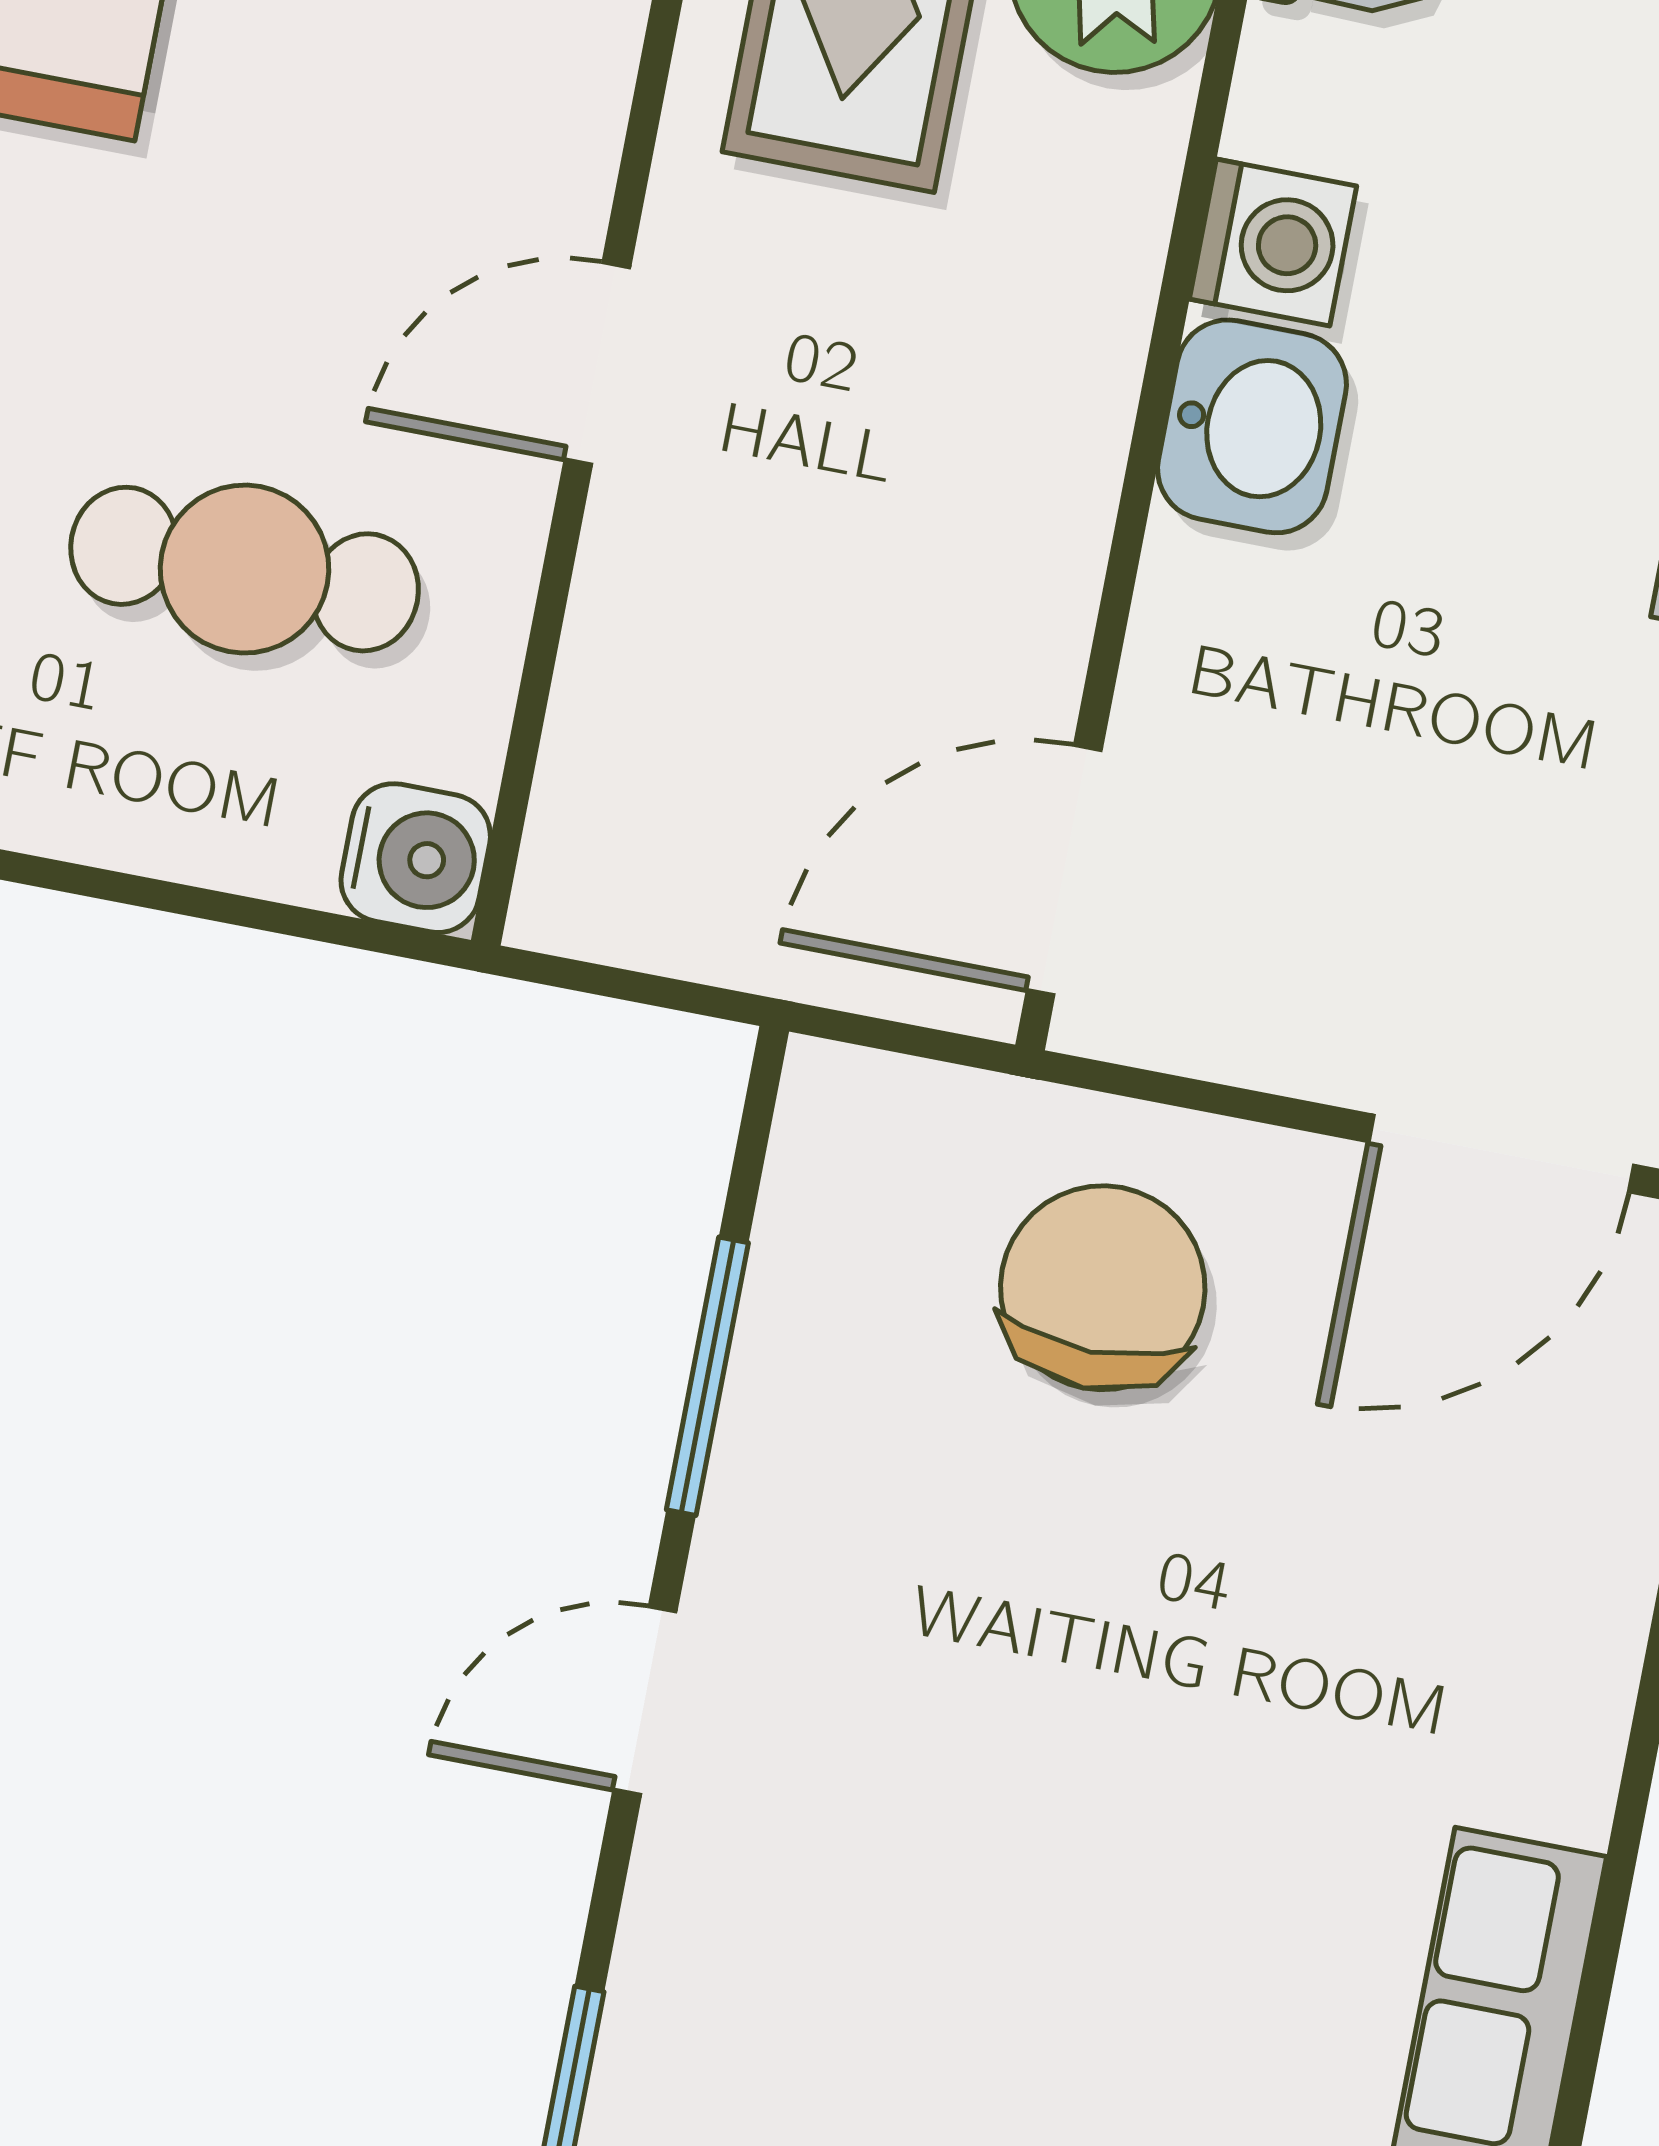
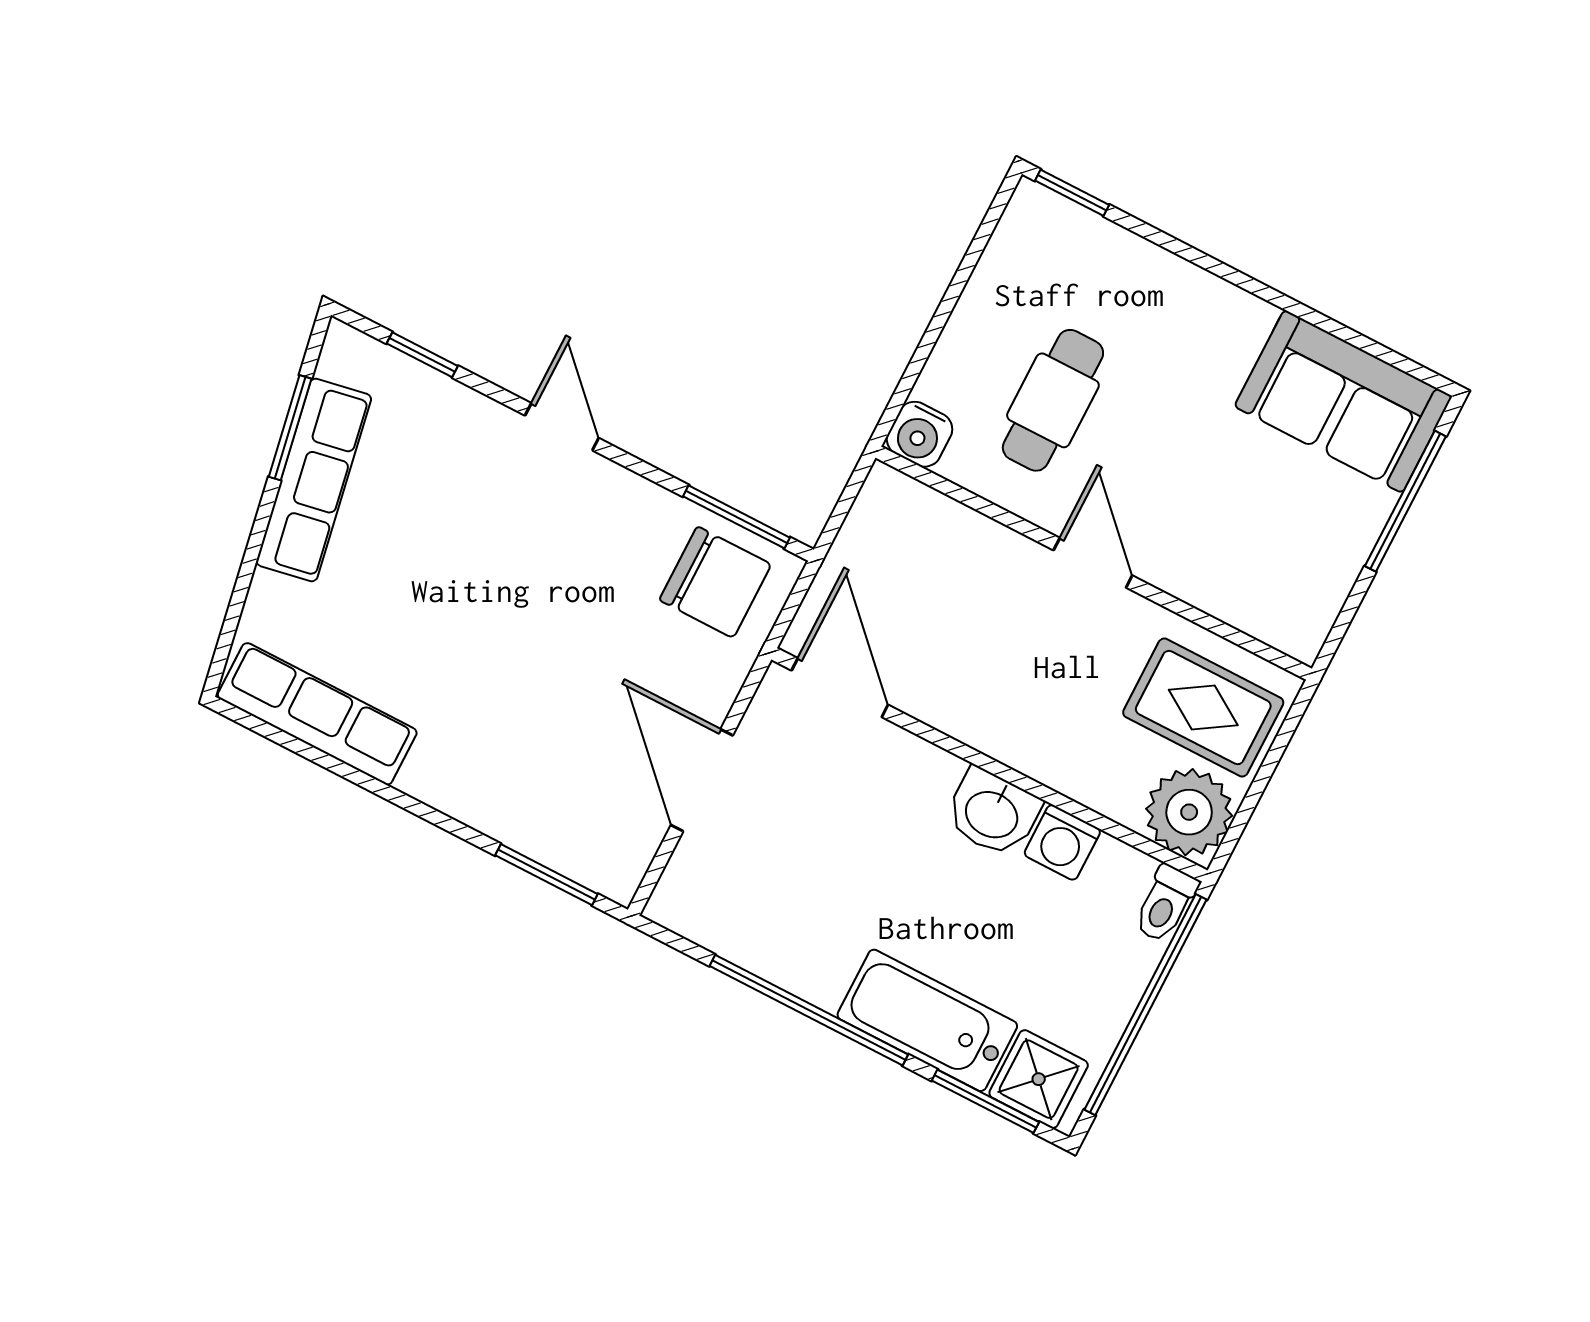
door: (1501, 1153) -> (702, 780), moved
chair: (1103, 1288) -> (715, 582), moved
window: (707, 1376) -> (736, 517), moved

